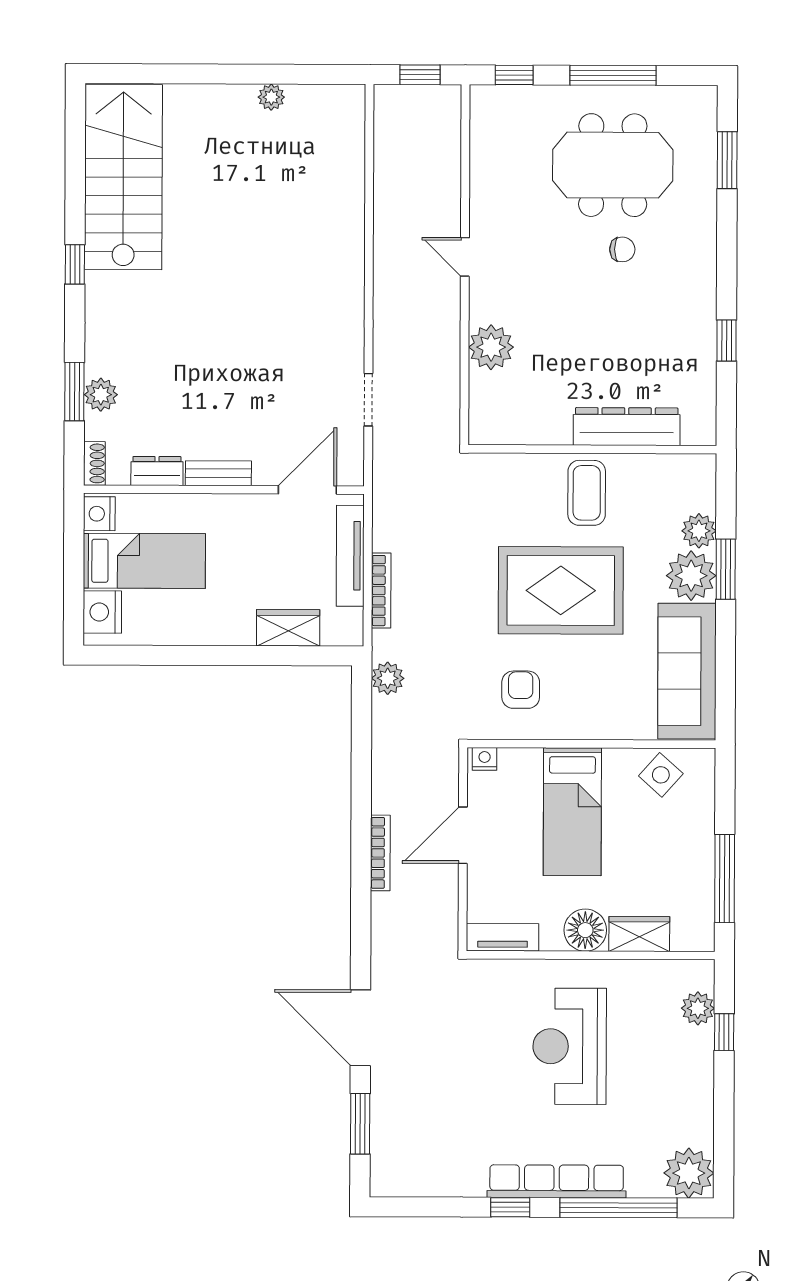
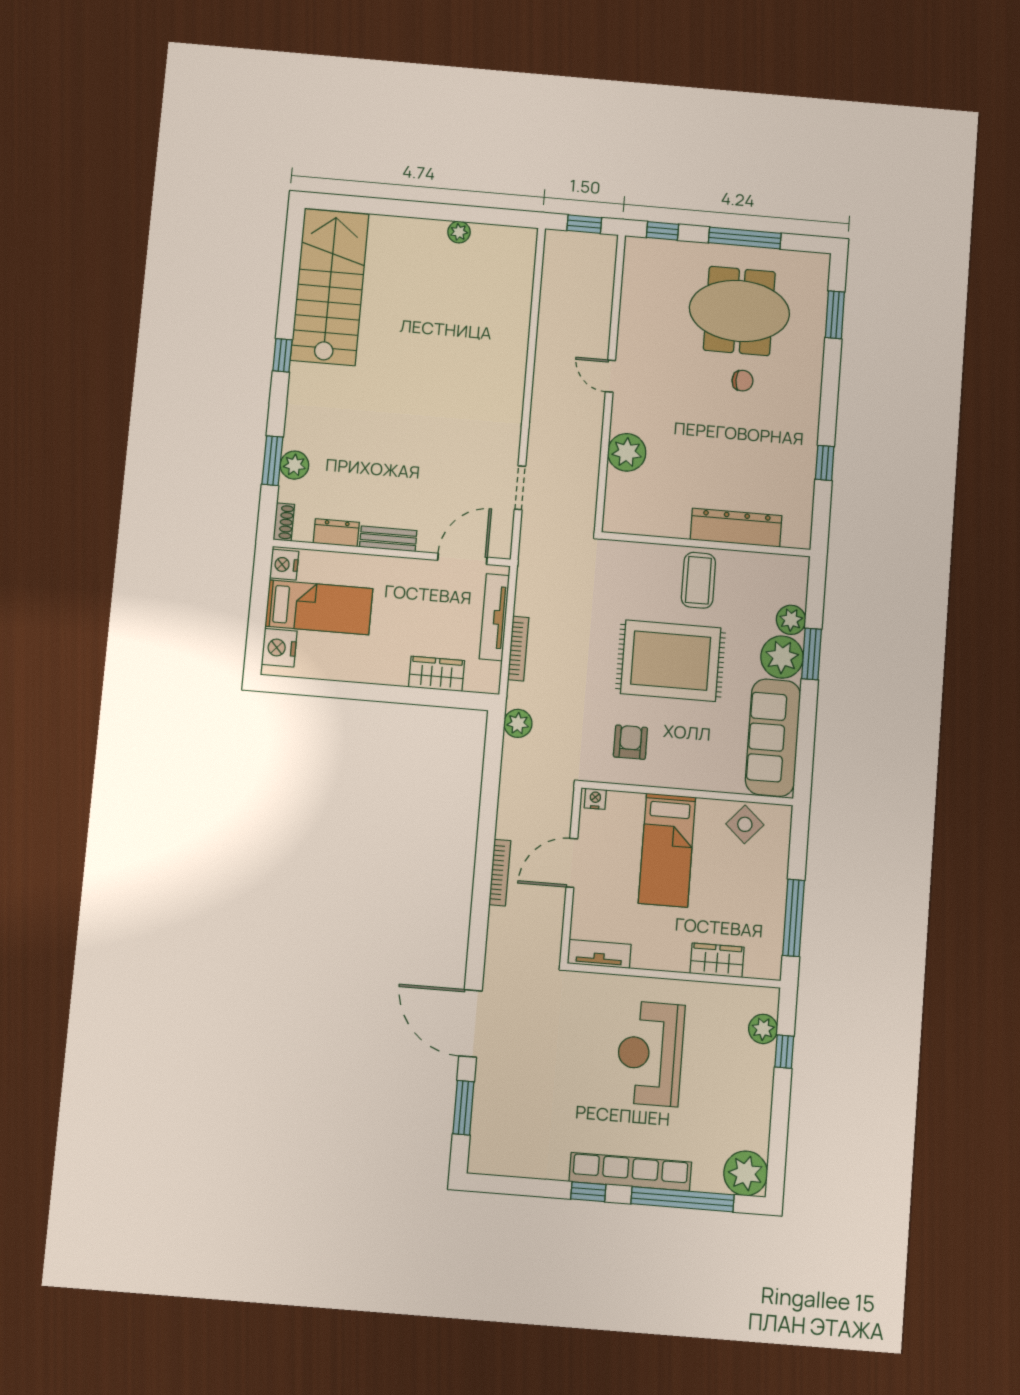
floor lamp: (585, 930) -> (671, 953), removed

